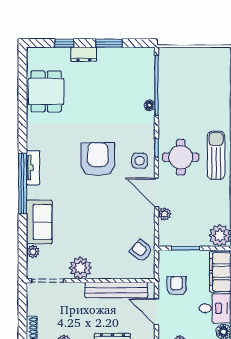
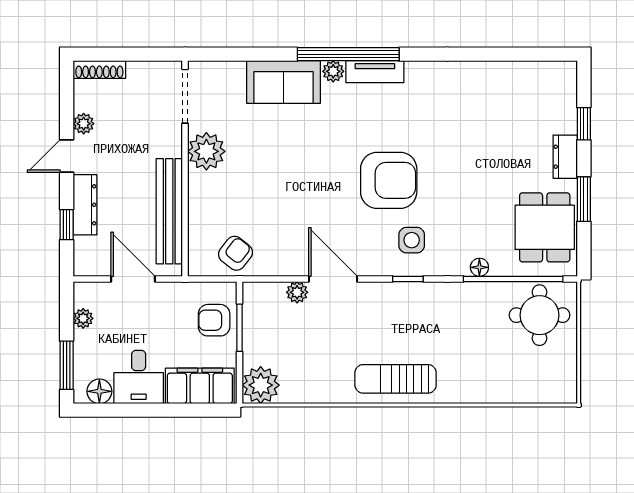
dining table: (46, 91) -> (545, 227), moved, turned 90
sun lounger: (216, 155) -> (396, 379), turned 180
round table: (181, 157) -> (540, 315), moved
side table: (140, 161) -> (412, 240), moved
door: (157, 192) -> (333, 279), hinge flipped
plant: (33, 252) -> (333, 71), moved
armchair: (177, 286) -> (214, 320), moved, turned 180
door: (157, 312) -> (133, 279), hinge flipped

